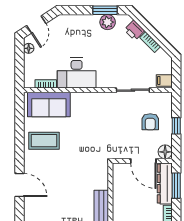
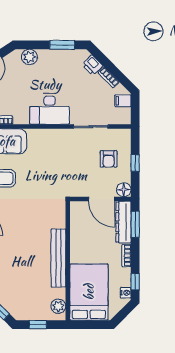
plant: (108, 22) -> (29, 57), moved
desk: (77, 73) -> (50, 109), moved
filing cabinet: (164, 80) -> (123, 101), moved

